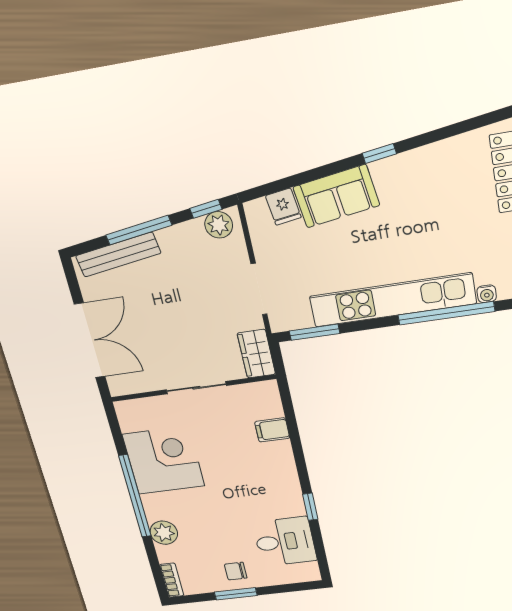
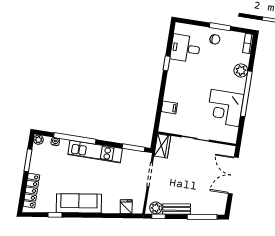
window: (379, 154) -> (55, 215), moved
sofa: (336, 196) -> (79, 203), moved, width x1.36
window: (139, 230) -> (202, 217), moved
bench: (118, 255) -> (177, 209), moved, width x0.73
kitchen unit: (393, 300) -> (95, 152), width x0.73

